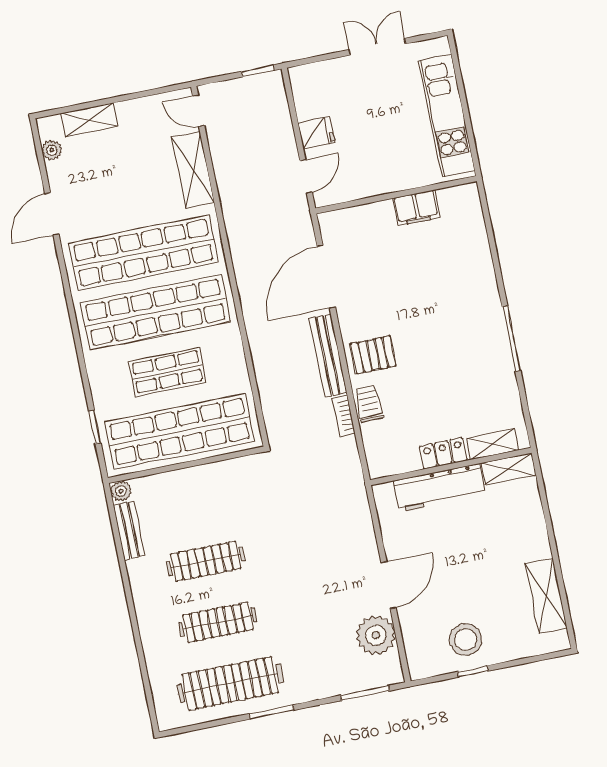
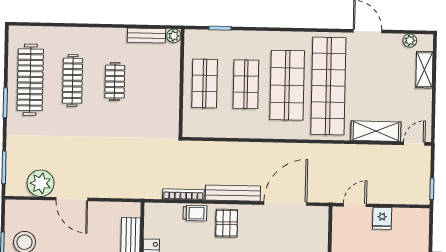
door: (306, 176) -> (355, 205), swing flipped
door: (326, 277) -> (285, 204), hinge flipped
shop shelf: (155, 312) -> (287, 85), width x0.71
bookcase: (344, 416) -> (183, 194), width x1.56
shop shelf: (179, 431) -> (205, 83), width x0.50, depth x0.74
clothes rail: (206, 561) -> (115, 82), width x0.73

